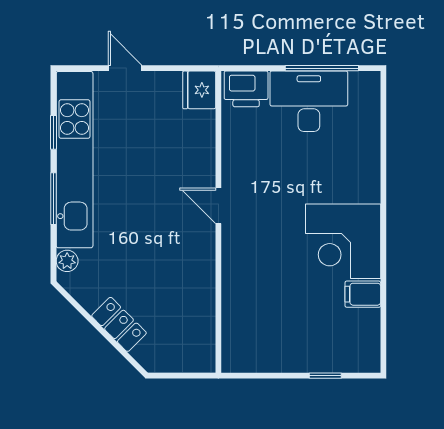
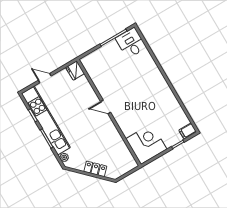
printer: (246, 89) -> (91, 60), removed
desk: (309, 101) -> (131, 43), moved, width x0.73
corner desk: (343, 241) -> (146, 144), moved, turned 180
filing cabinet: (363, 294) -> (188, 131), moved

